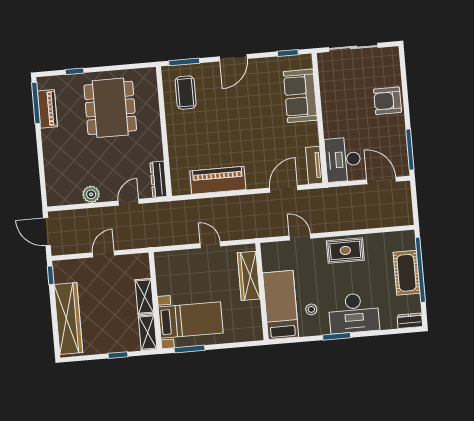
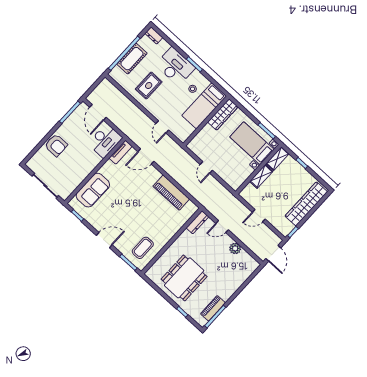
rug: (345, 250) -> (149, 85), moved, turned 90
wardrobe: (249, 276) -> (223, 114), moved

